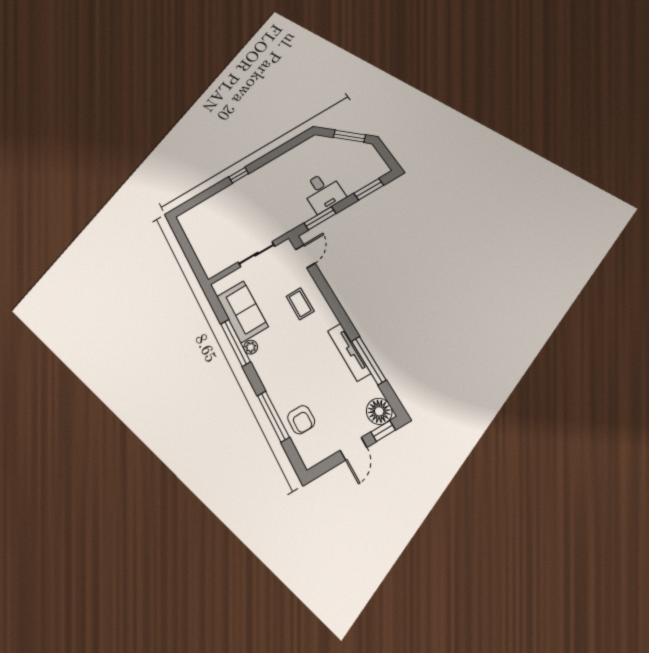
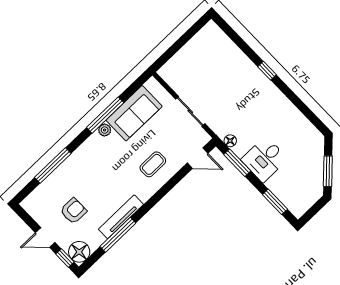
floor lamp: (296, 221) -> (230, 141), added
armchair: (301, 420) -> (73, 211), moved, turned 180

